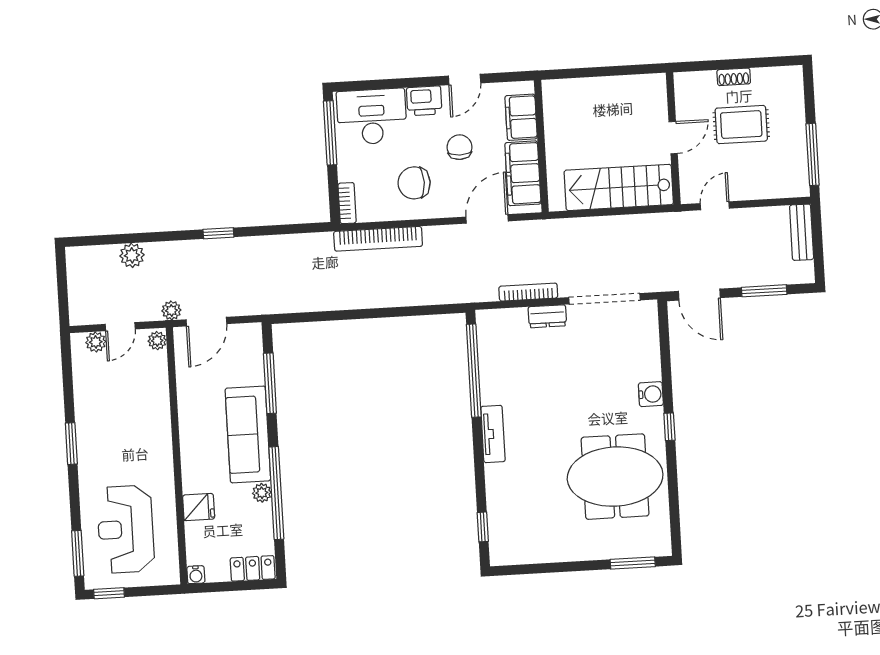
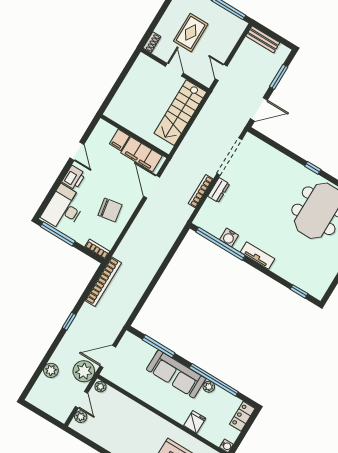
shoe rack: (734, 77) -> (152, 42), moved
filing cabinet: (521, 117) -> (120, 140), width x0.50
chair: (460, 147) -> (108, 176), removed
chair: (414, 183) -> (110, 210), turned -100
bookcase: (378, 239) -> (103, 282), moved
plant: (171, 310) -> (84, 371), width x1.87, depth x1.87
door: (206, 322) -> (108, 356), swing flipped
water cooler: (651, 394) -> (229, 237), moved, turned 180

